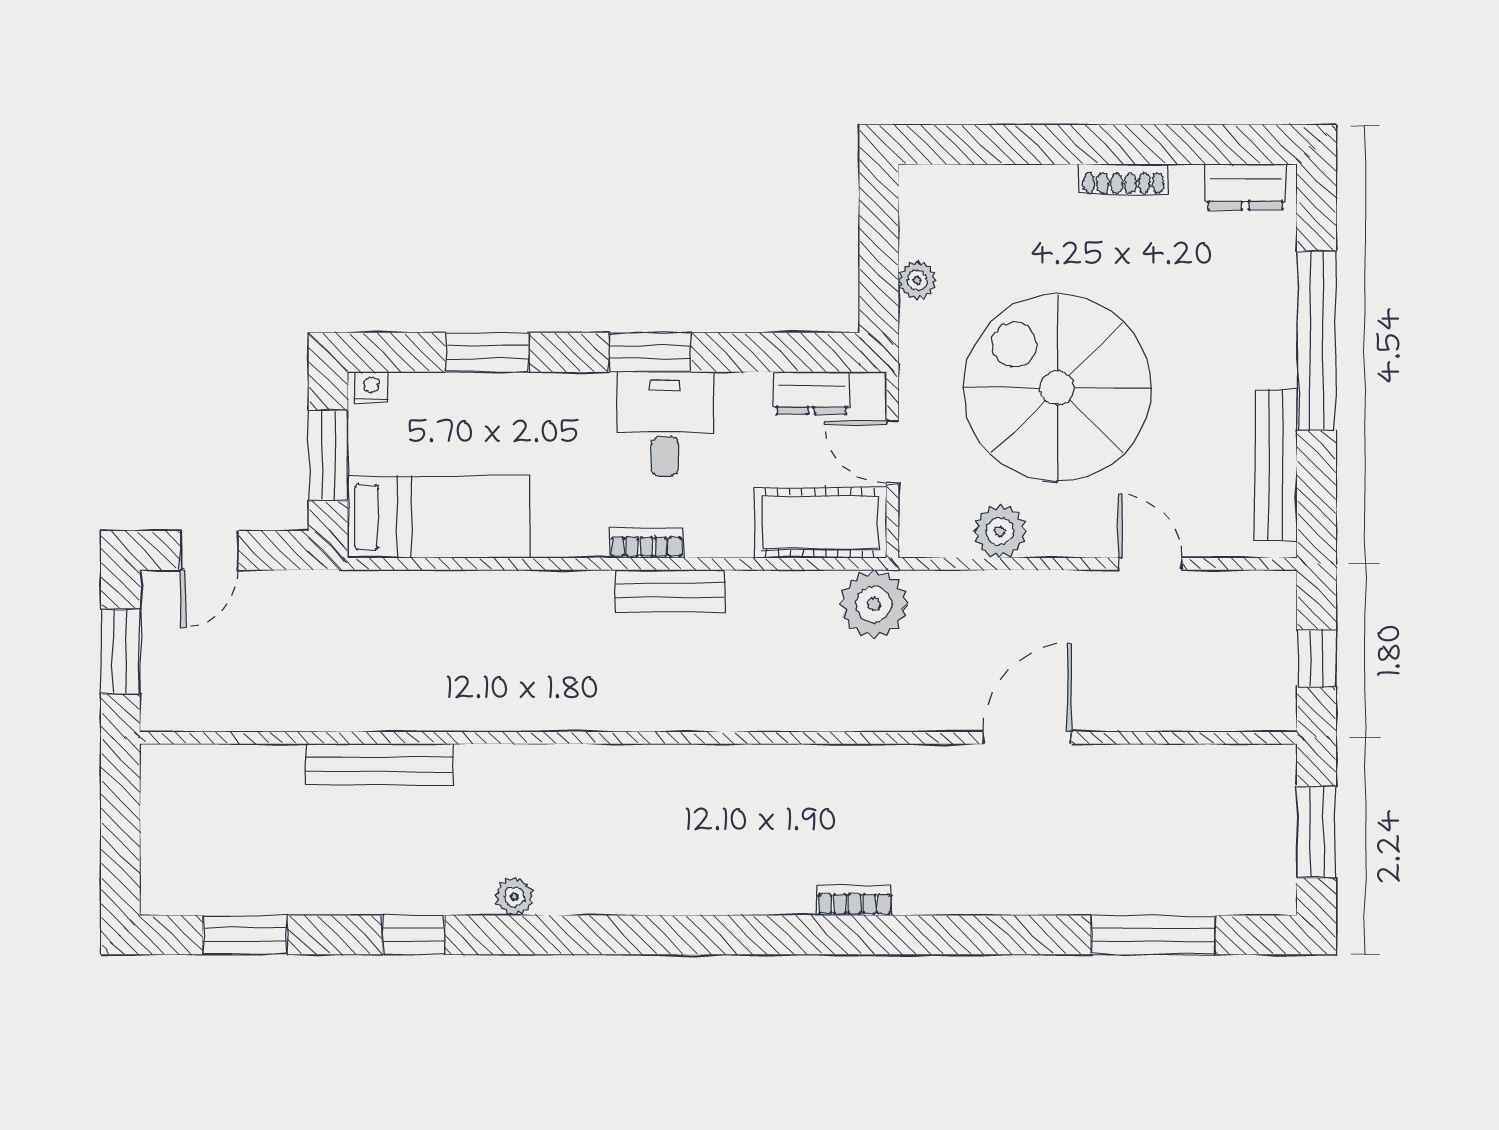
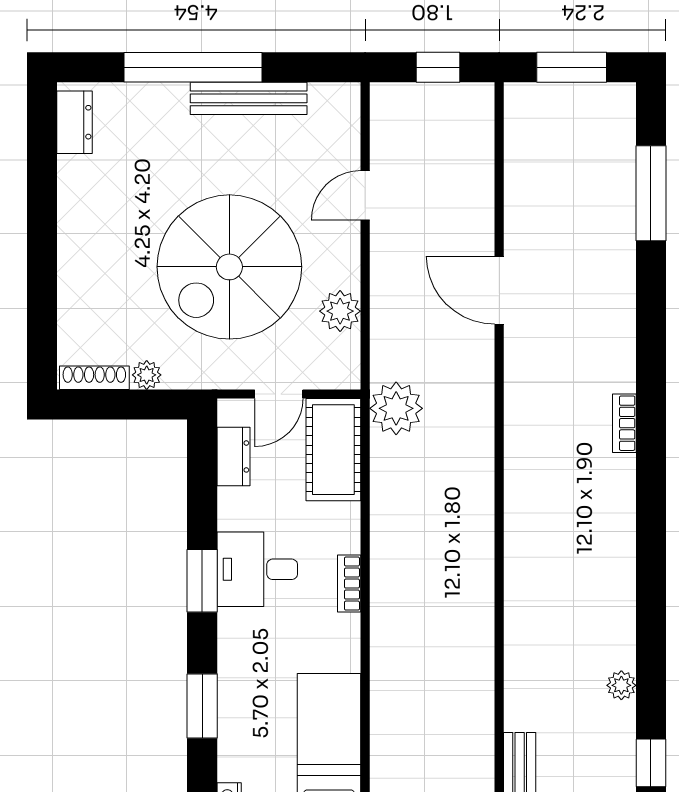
shoe rack: (1123, 179) -> (94, 378), moved, turned -90
bench: (1276, 465) -> (249, 98), moved
bench: (670, 591) -> (386, 565), removed

